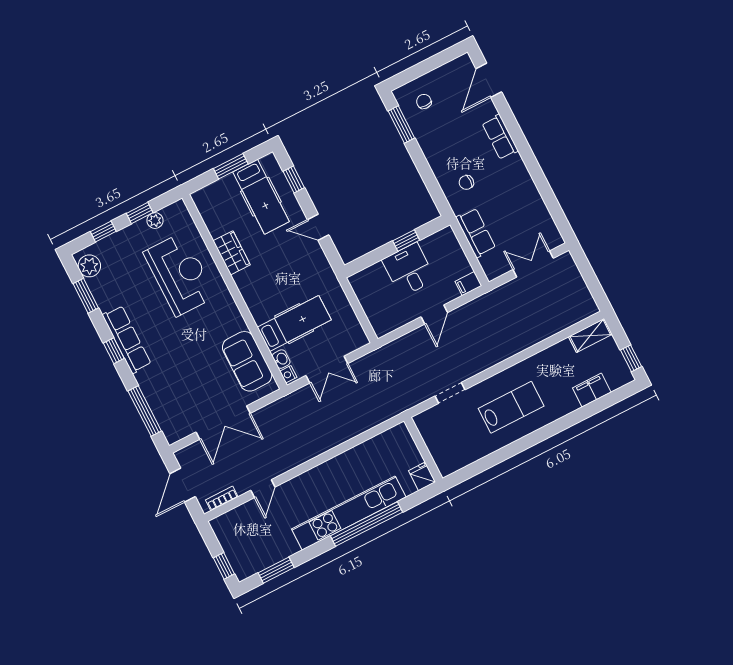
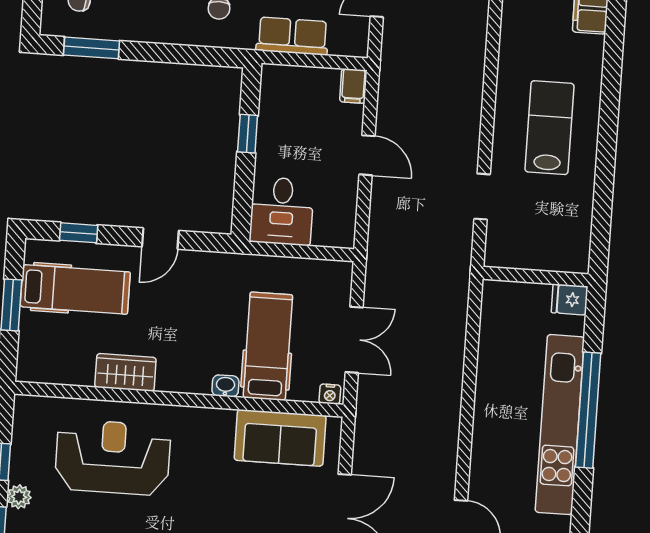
plant: (155, 221) -> (19, 497), moved
desk: (409, 270) -> (282, 211), moved, turned -90
washbasin: (281, 359) -> (225, 386), moved

